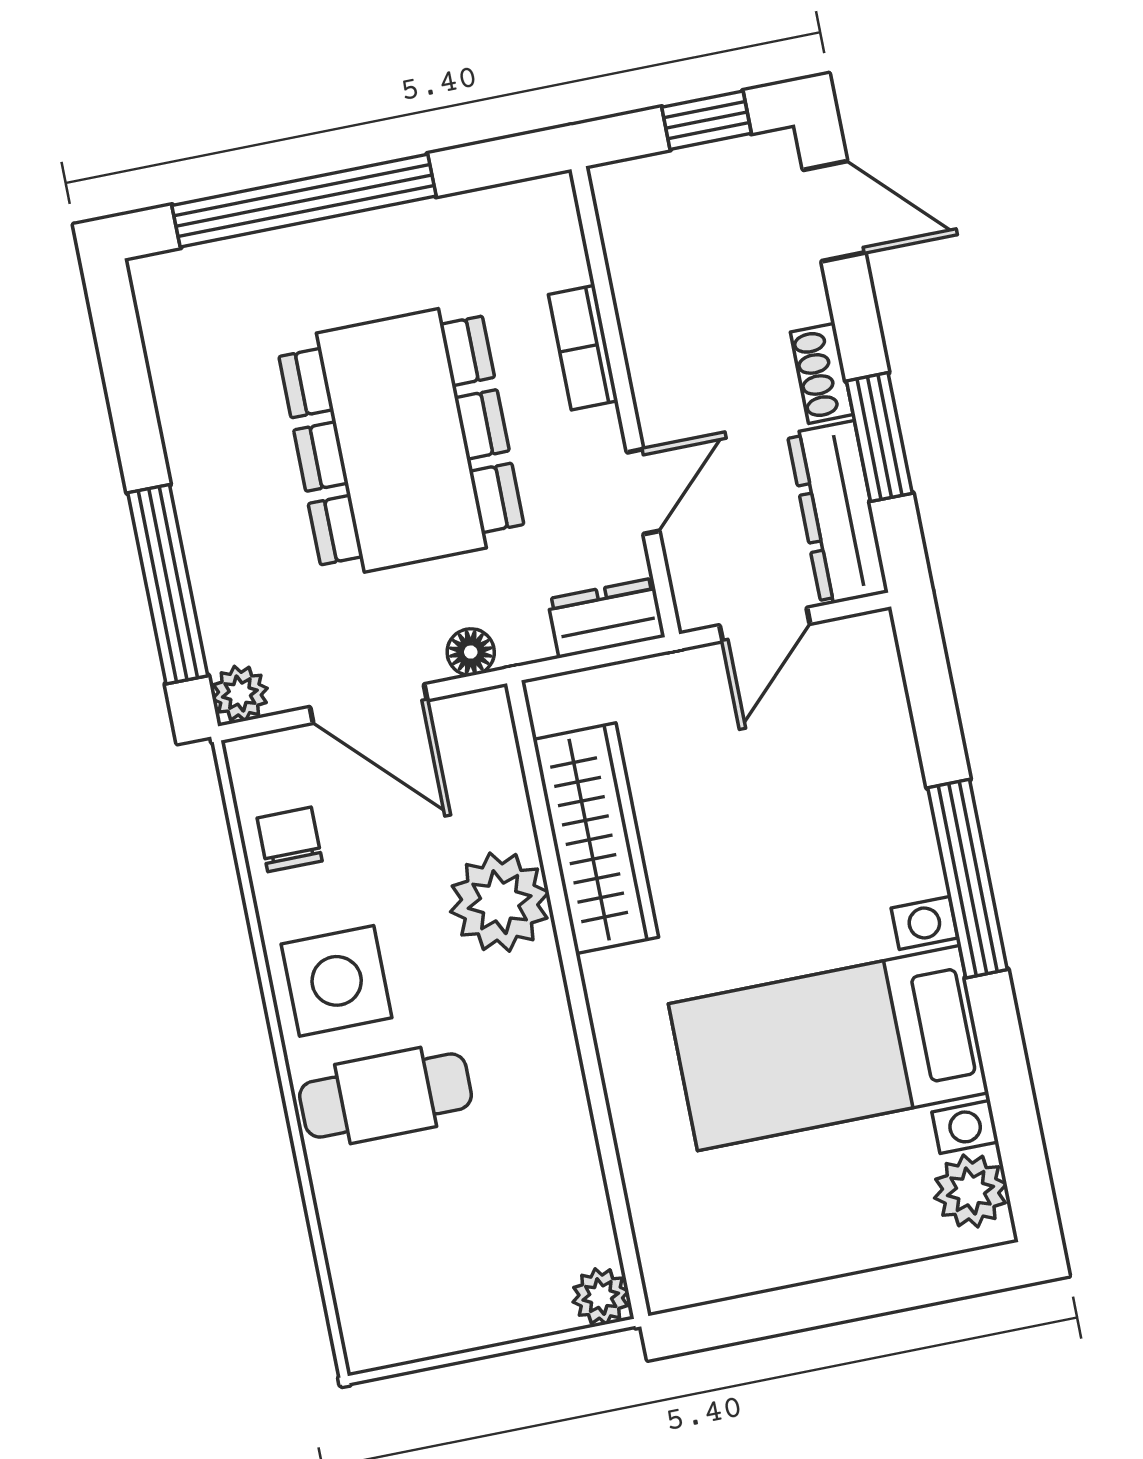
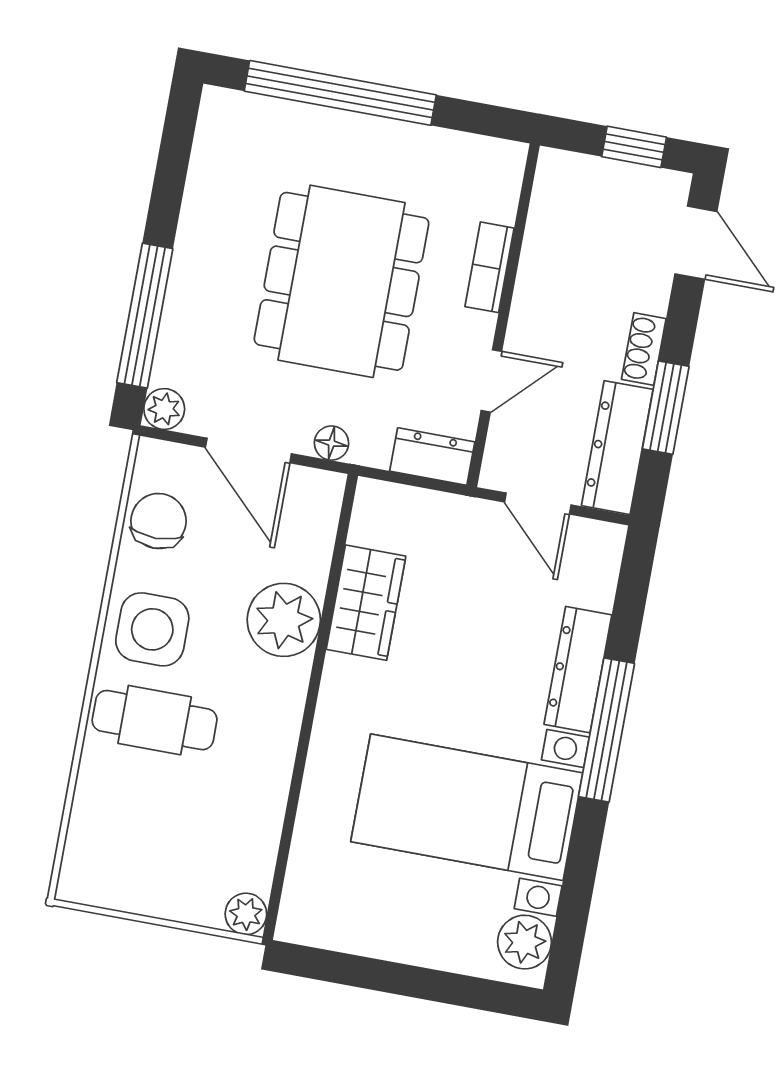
door: (765, 624) -> (538, 504), hinge flipped
dresser: (900, 816) -> (578, 670), added
wardrobe: (596, 838) -> (366, 603), width x0.67
chair: (290, 839) -> (159, 521), width x1.37, depth x1.37

